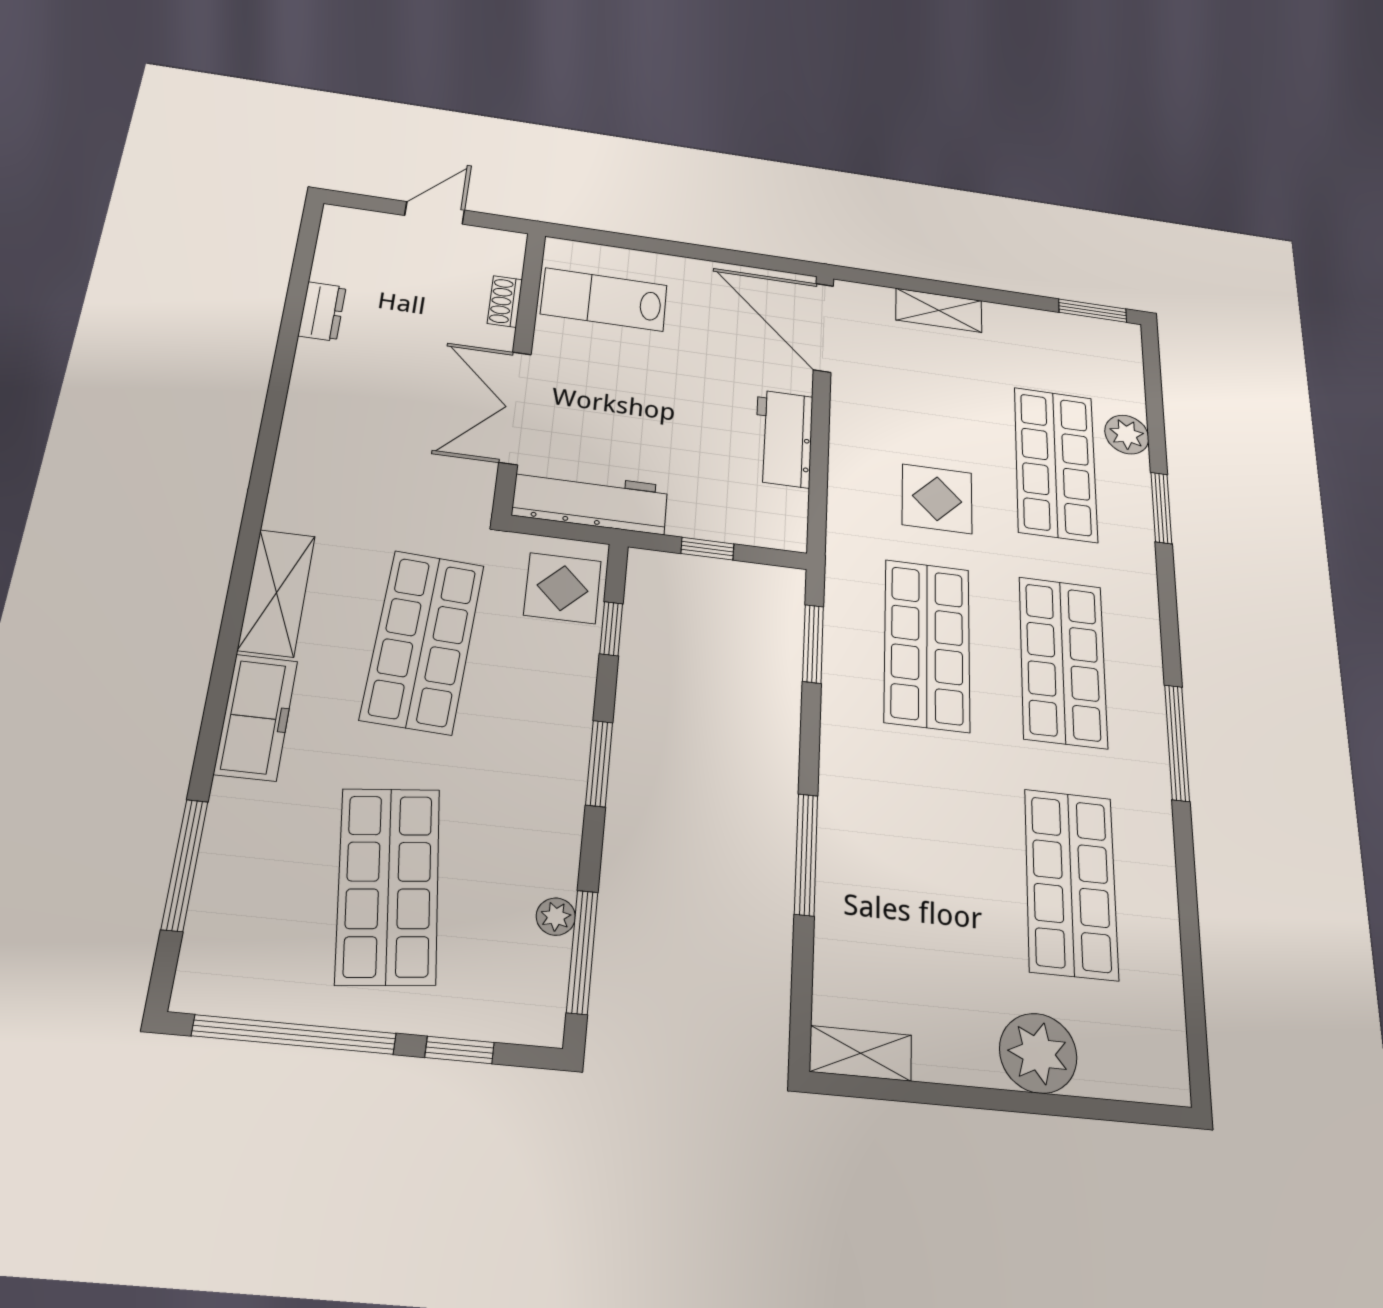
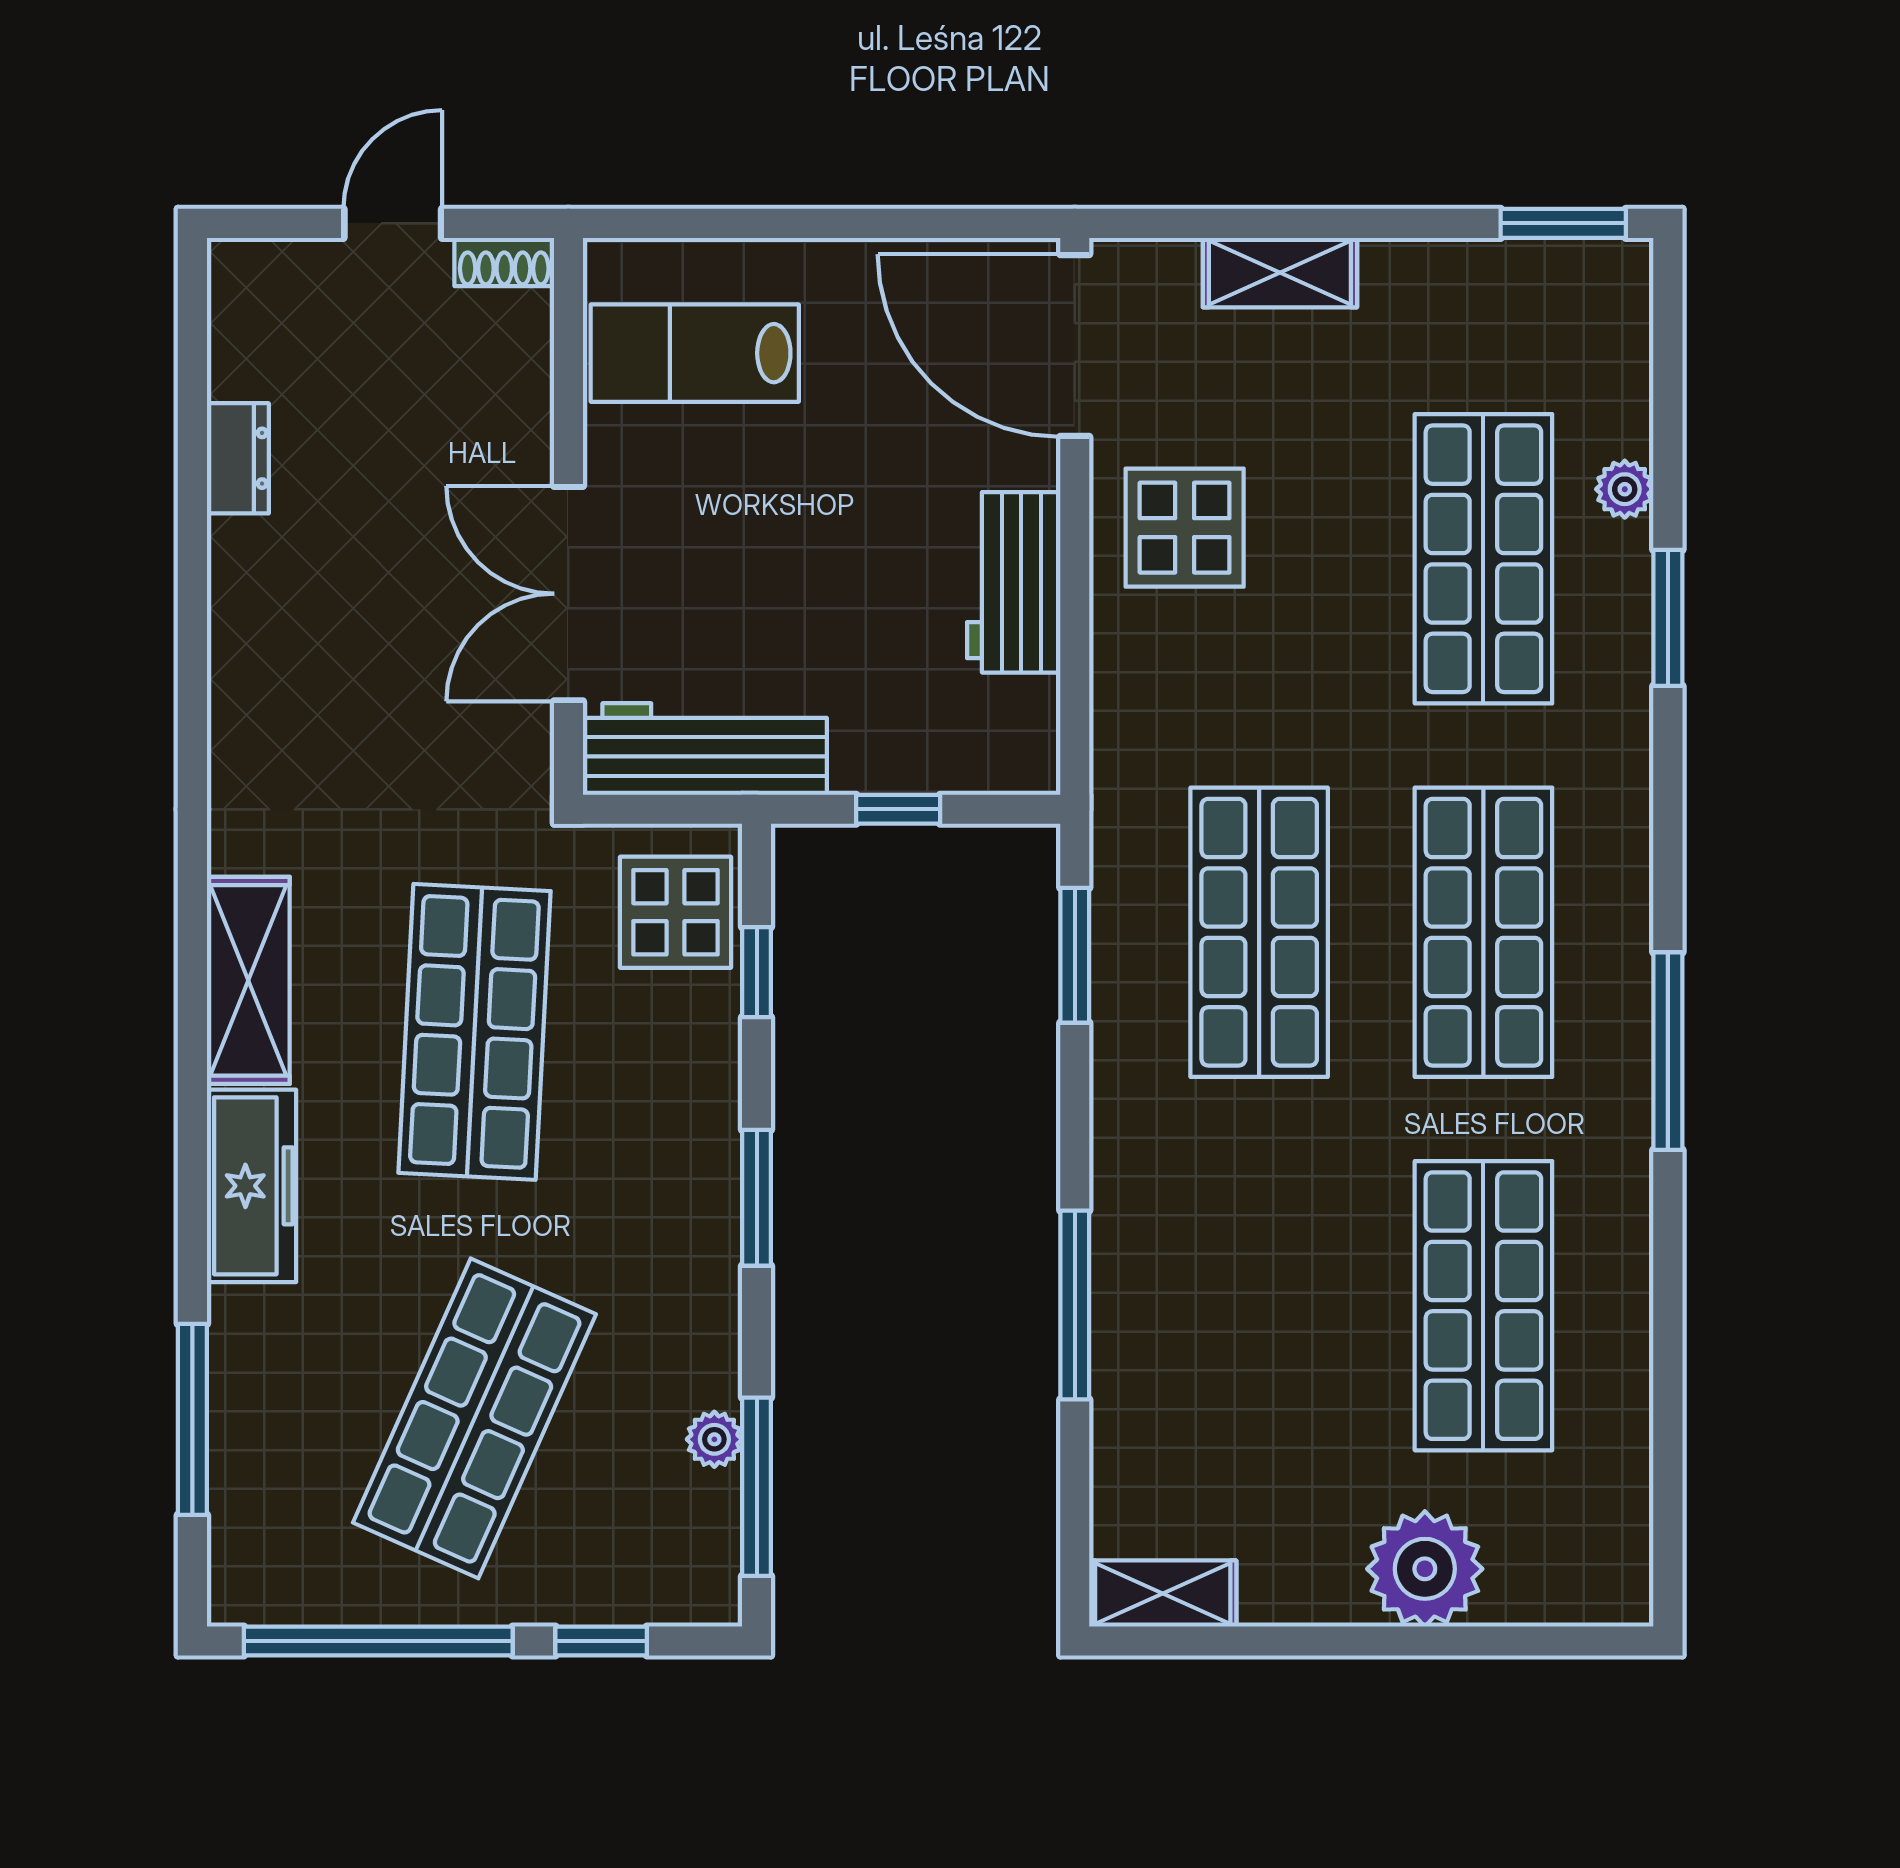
shoe rack: (505, 302) -> (504, 262), moved, turned -90
plant: (1127, 435) -> (1625, 489), width x0.73, depth x0.73
display table: (937, 499) -> (1185, 528), moved
shop shelf: (388, 885) -> (474, 1418), turned 30

